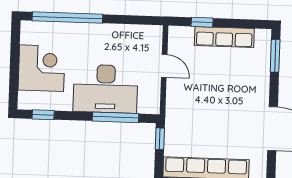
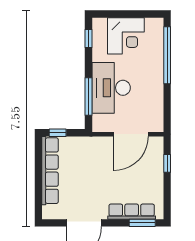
row of seats: (224, 37) -> (132, 212), moved, turned 90
door: (164, 66) -> (131, 134), width x1.87
window: (160, 139) -> (58, 133), moved

